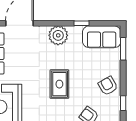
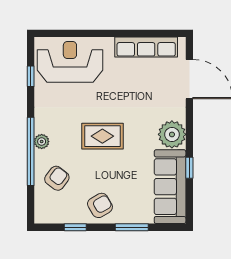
sofa: (102, 37) -> (170, 187), width x1.36
window: (123, 49) -> (132, 227), moved

